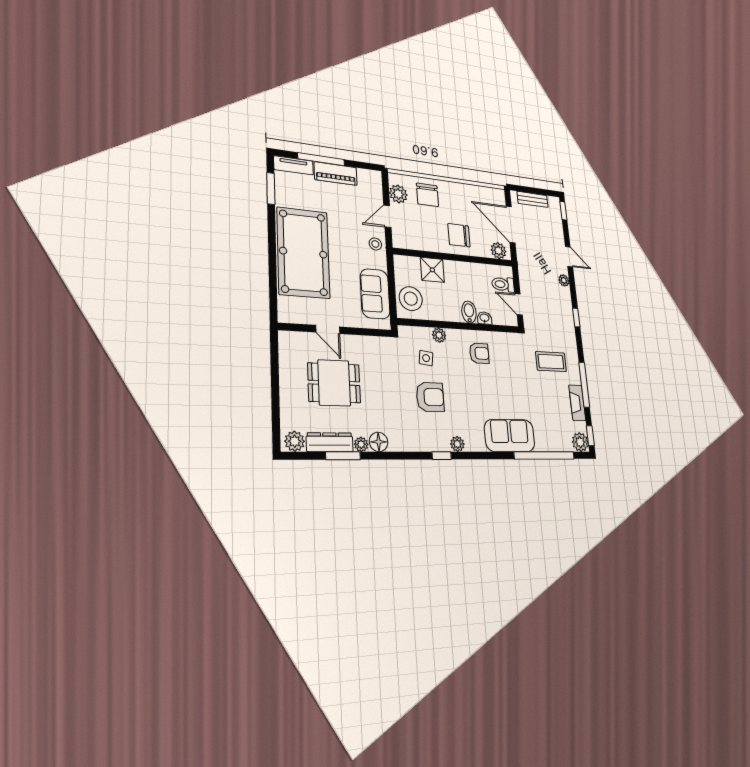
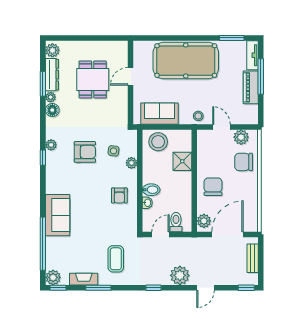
plant: (564, 280) -> (180, 275), width x1.88, depth x1.88
window: (584, 385) -> (98, 288), width x0.69
armchair: (430, 397) -> (85, 152), turned -90
plant: (457, 444) -> (51, 145), moved

